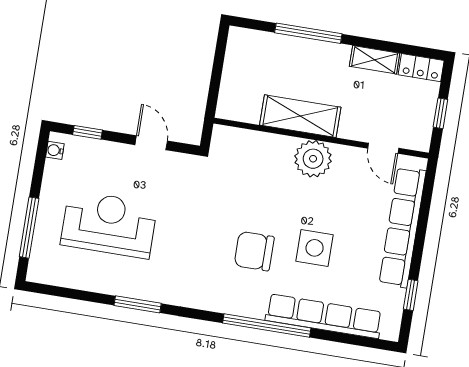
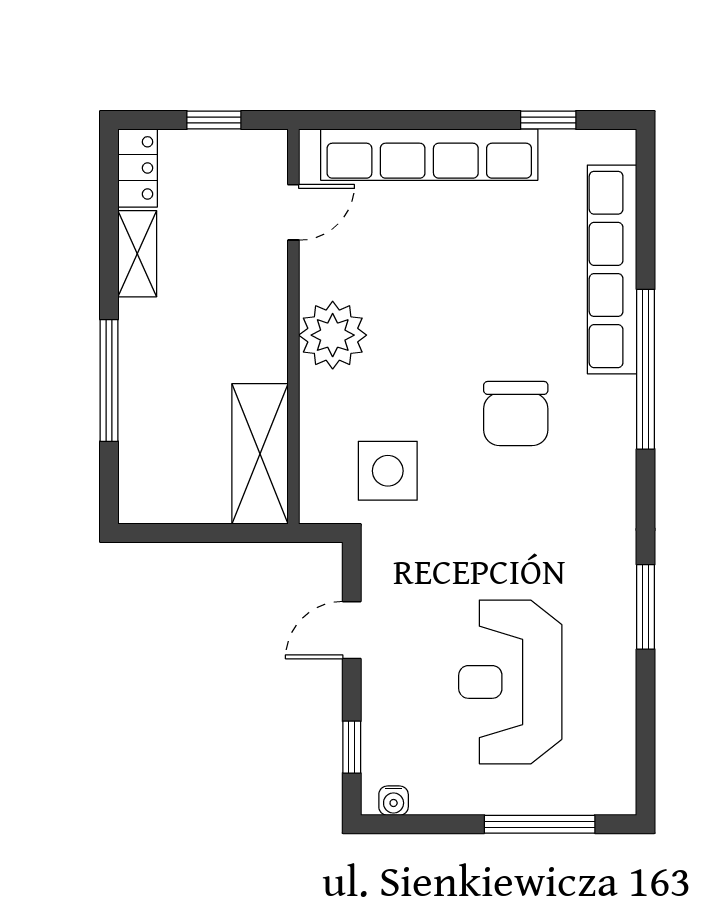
shelving: (300, 116) -> (260, 454), moved
side table: (315, 248) -> (388, 471), moved

